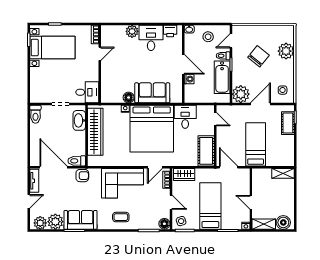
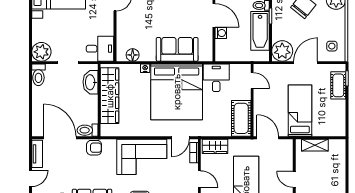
plant: (38, 95) -> (41, 52), added
floor lamp: (129, 97) -> (133, 55), moved
shelving: (283, 173) -> (315, 145), moved

